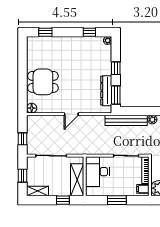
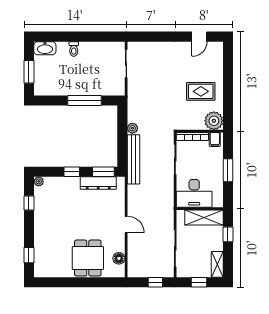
floor lamp: (32, 108) -> (119, 258), moved

